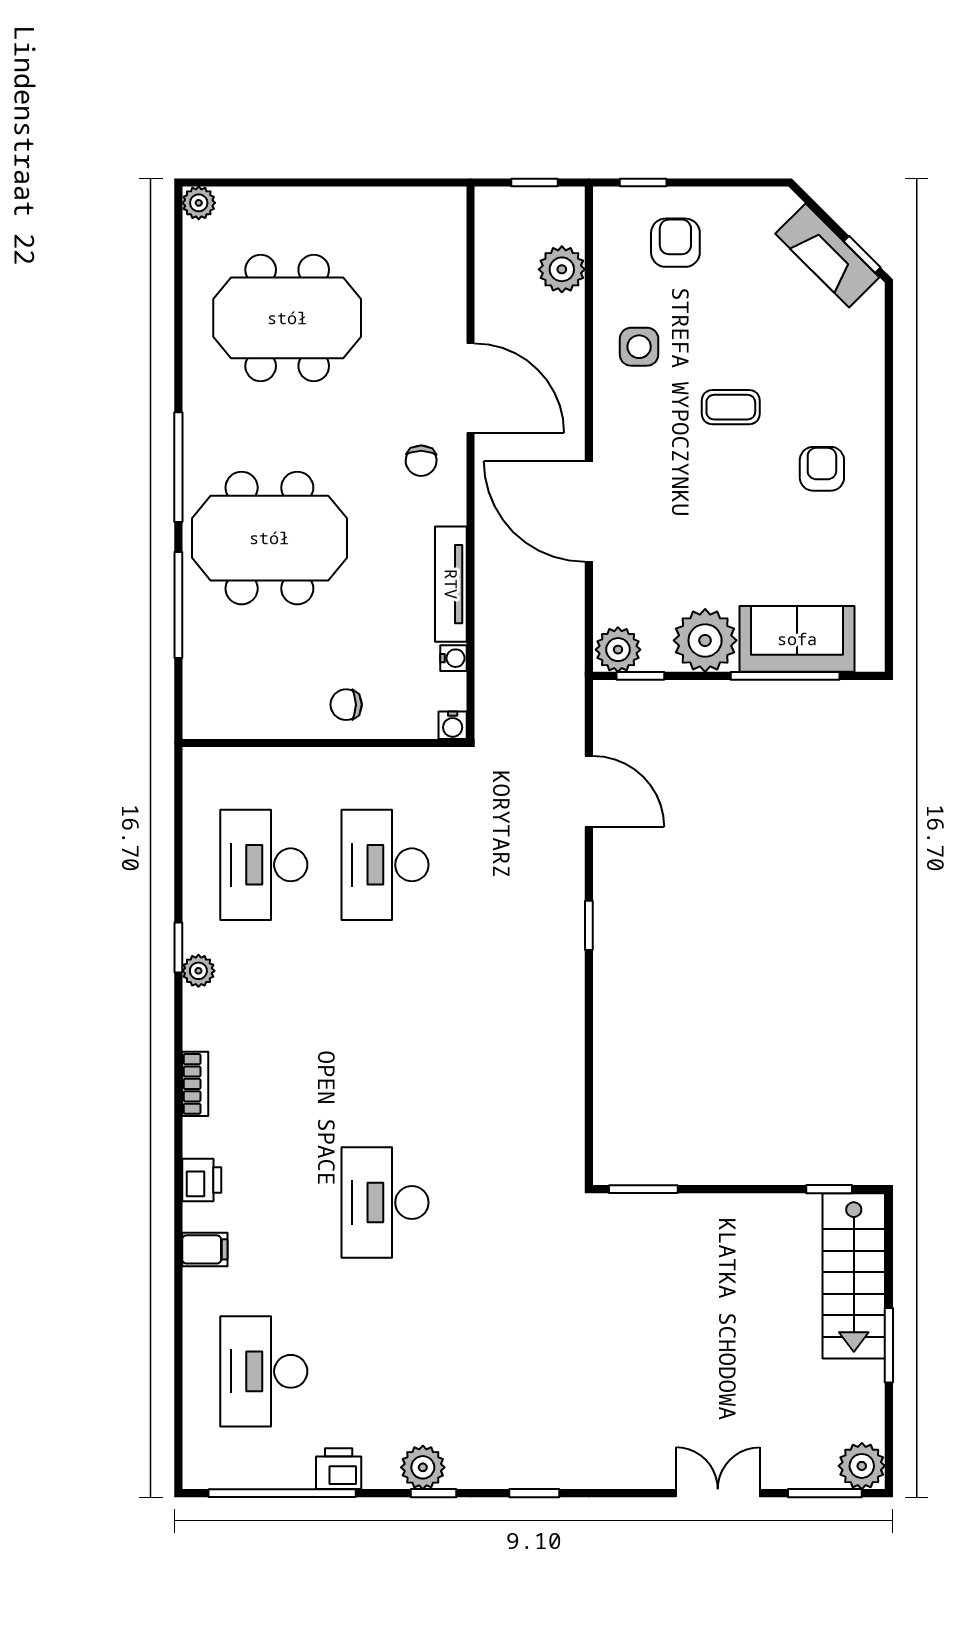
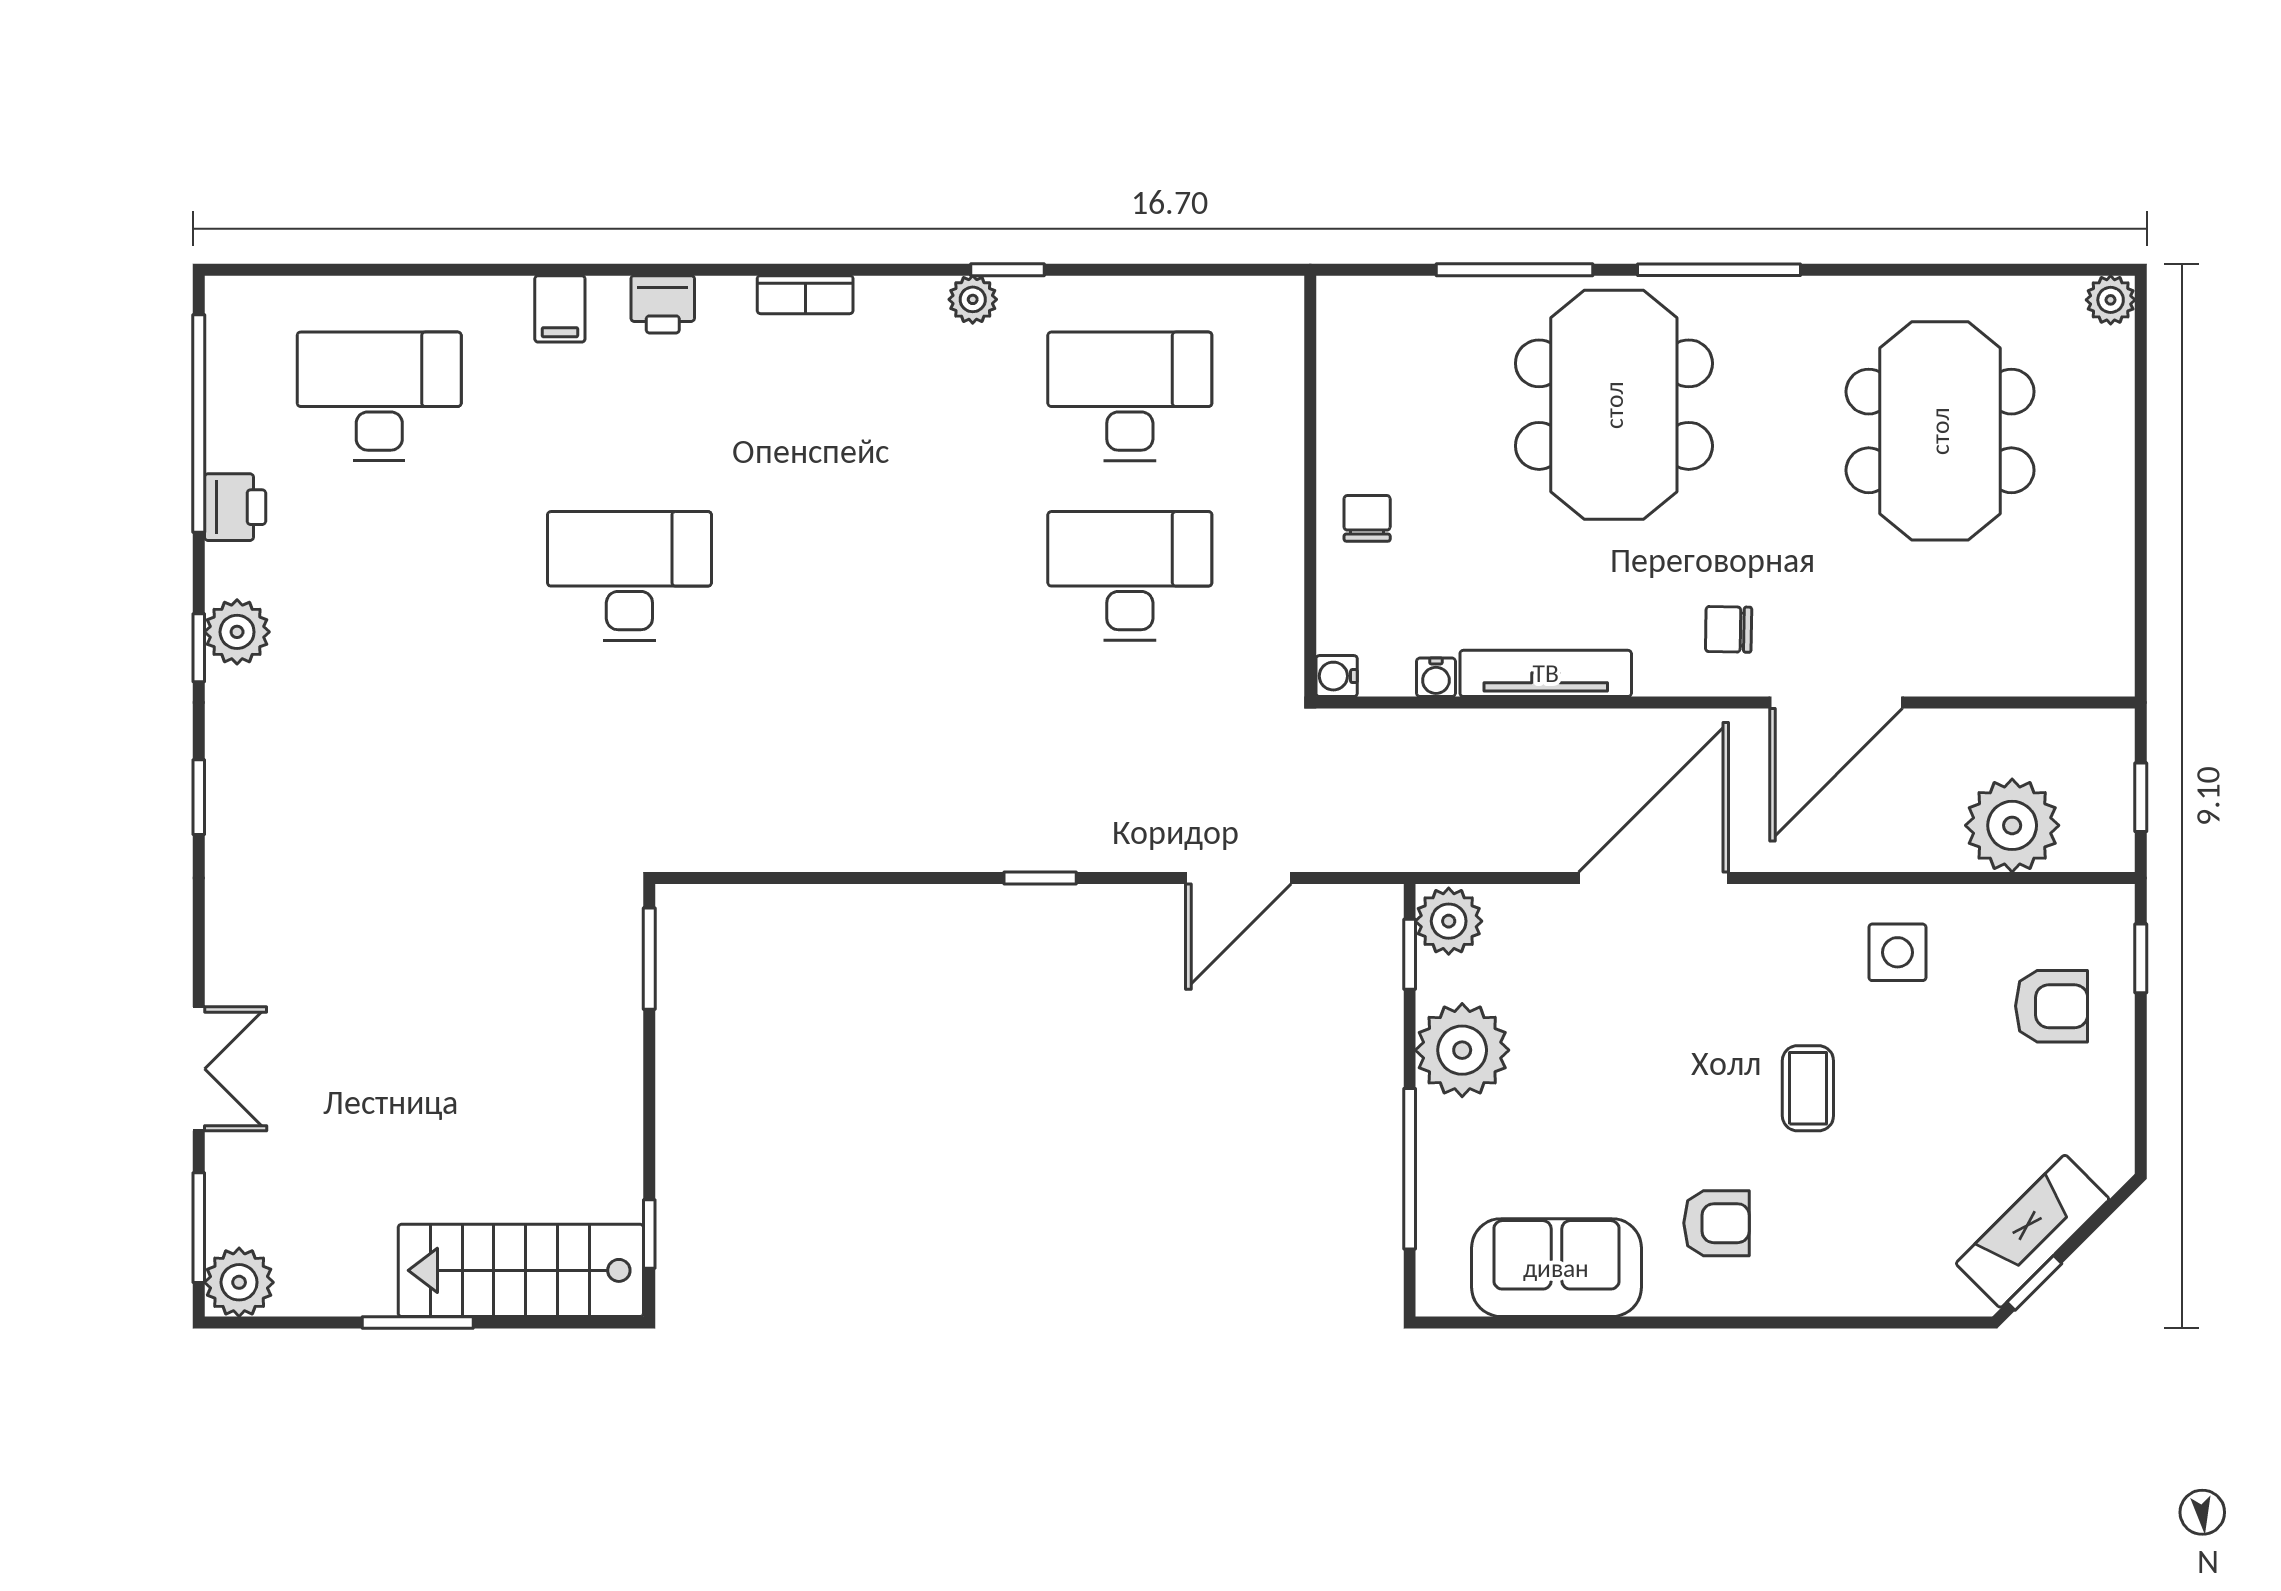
plant: (562, 269) -> (2012, 825), width x1.36, depth x1.36
sofa: (797, 639) -> (1556, 1268), moved, turned -90

